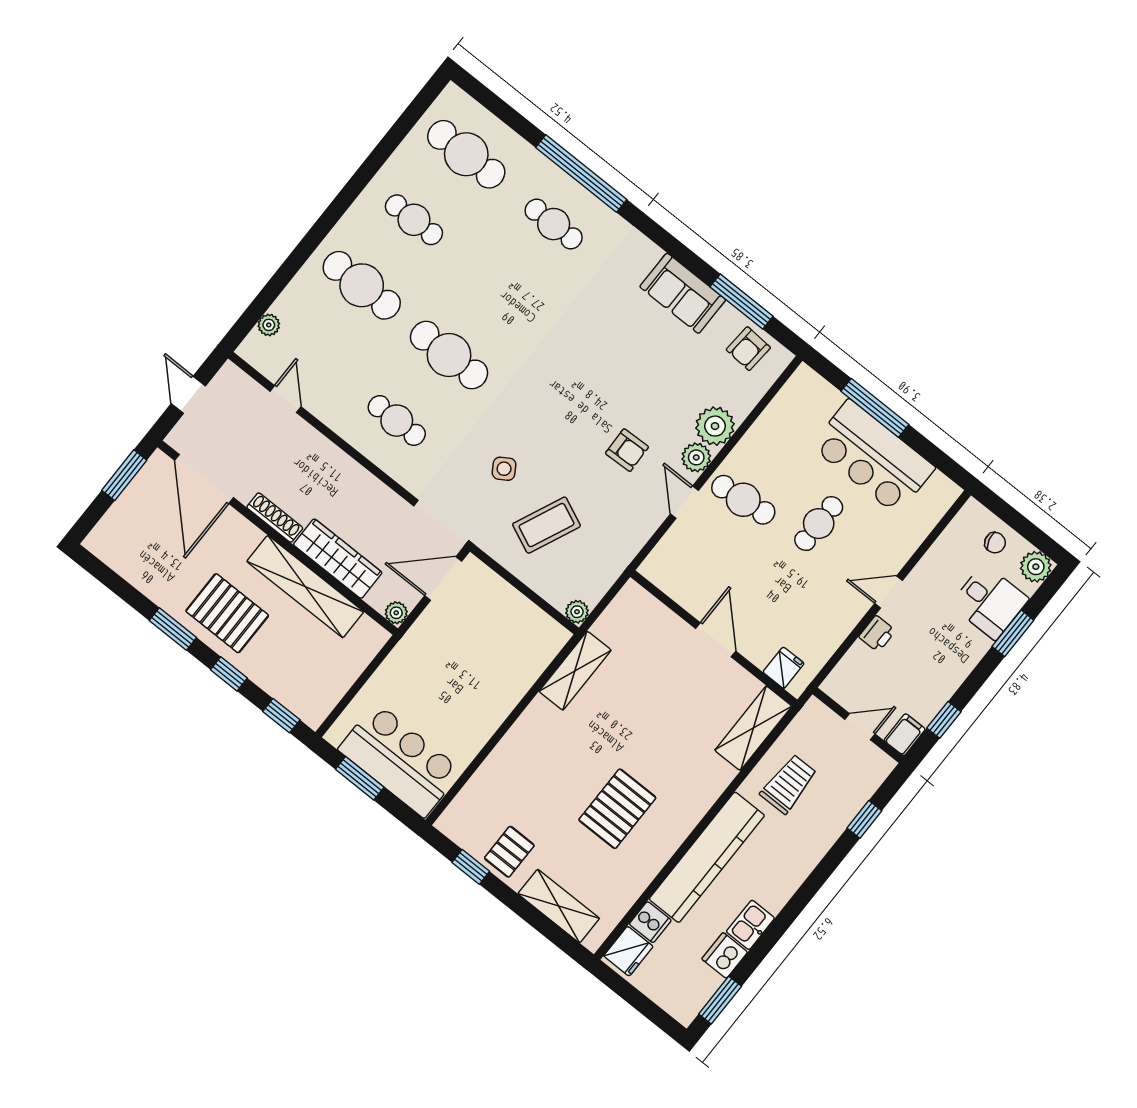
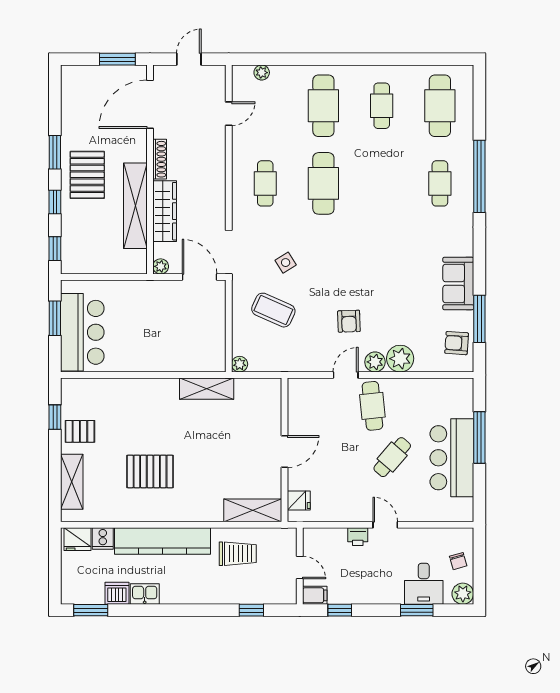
cafe table: (819, 524) -> (392, 457), turned -49

